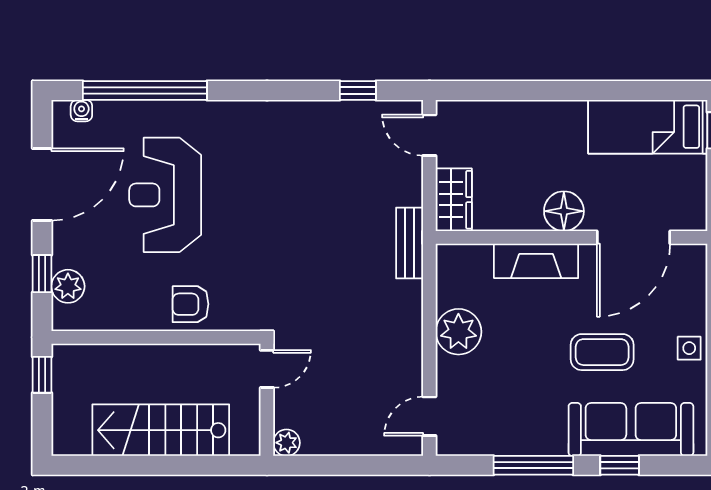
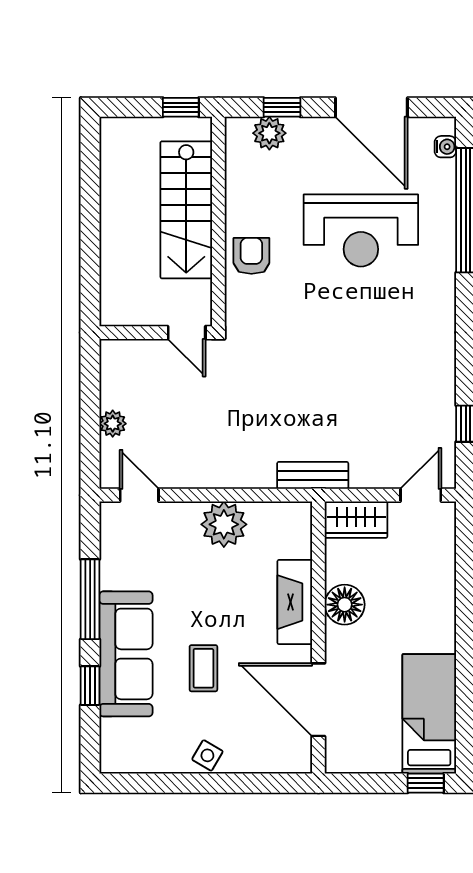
reception desk: (165, 195) -> (361, 231), turned 180
floor lamp: (564, 211) -> (345, 605), moved
side table: (689, 348) -> (207, 755), turned 30
coffee table: (602, 352) -> (203, 668), width x0.73, depth x0.77
sofa: (631, 429) -> (126, 654), moved
stairs: (161, 430) -> (186, 210), moved, turned 180
plant: (287, 443) -> (113, 424), moved

